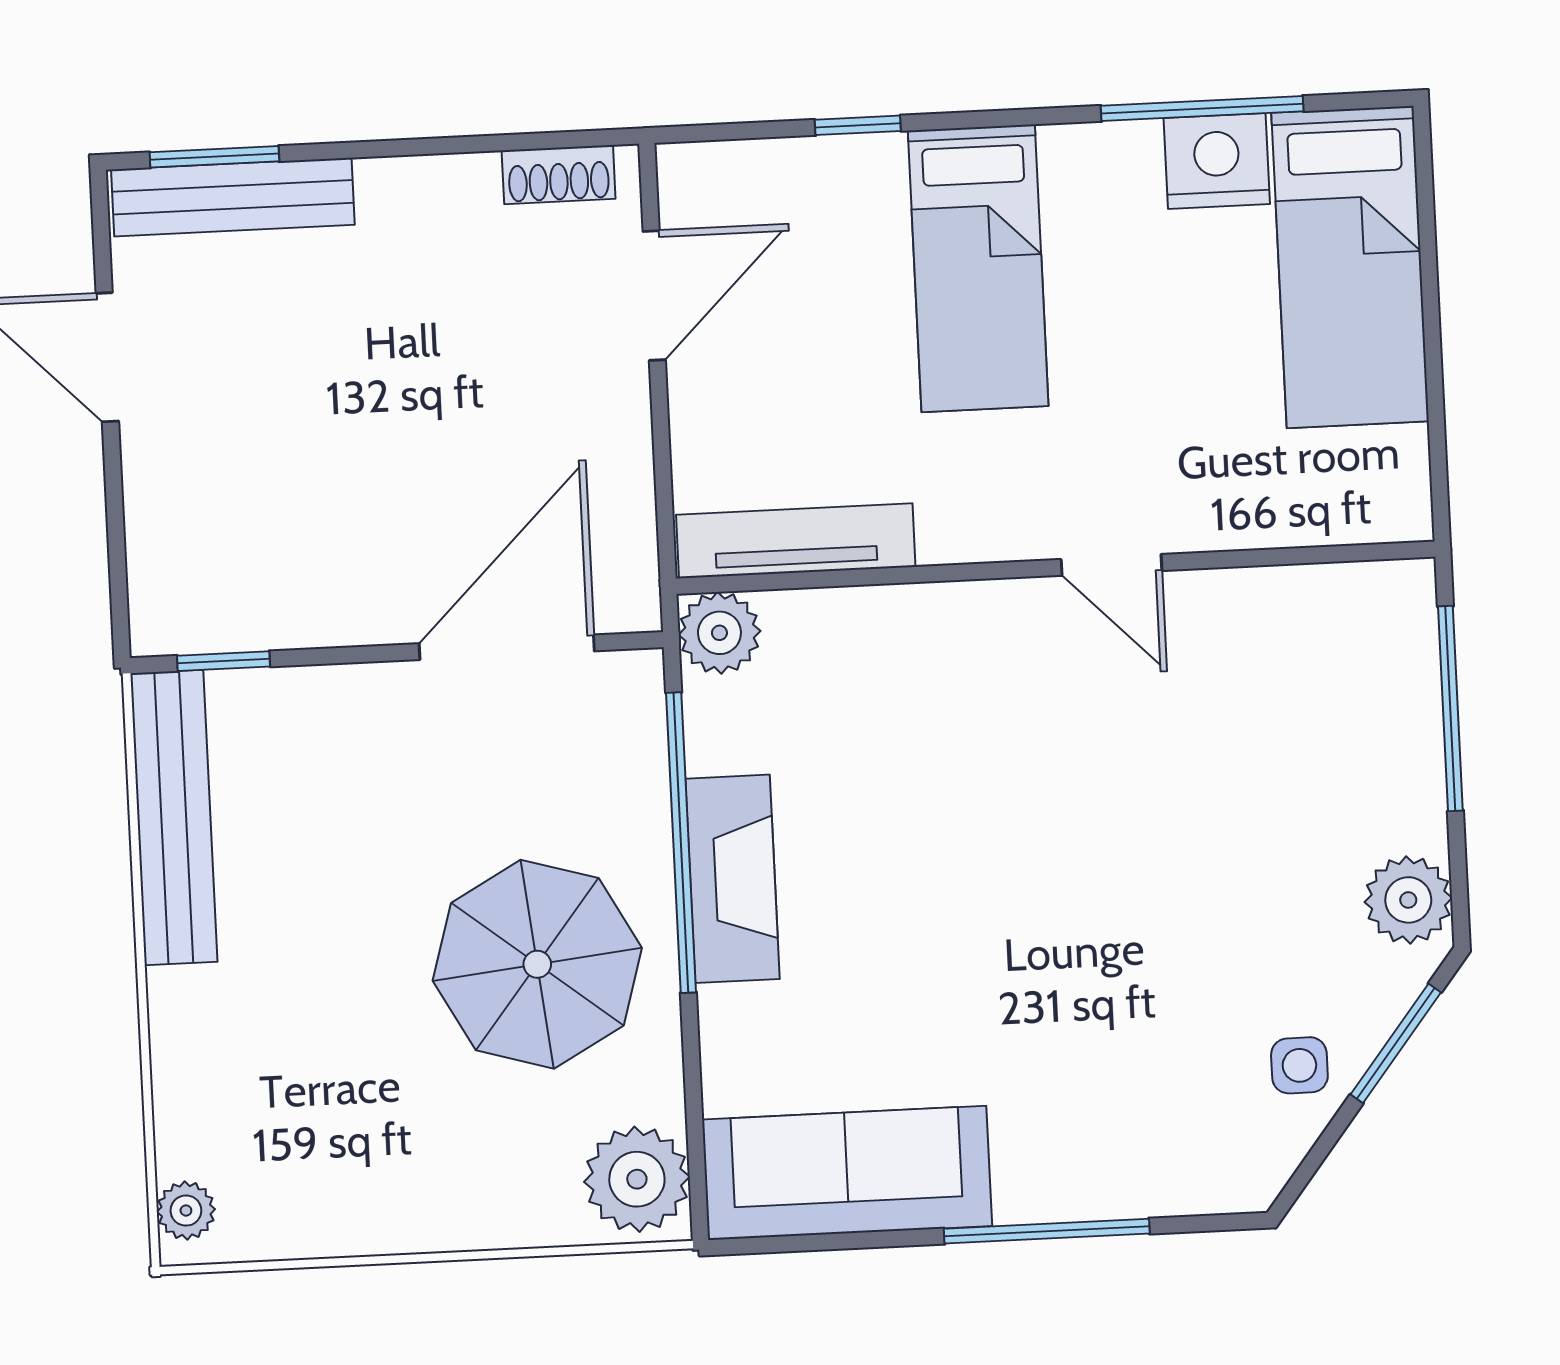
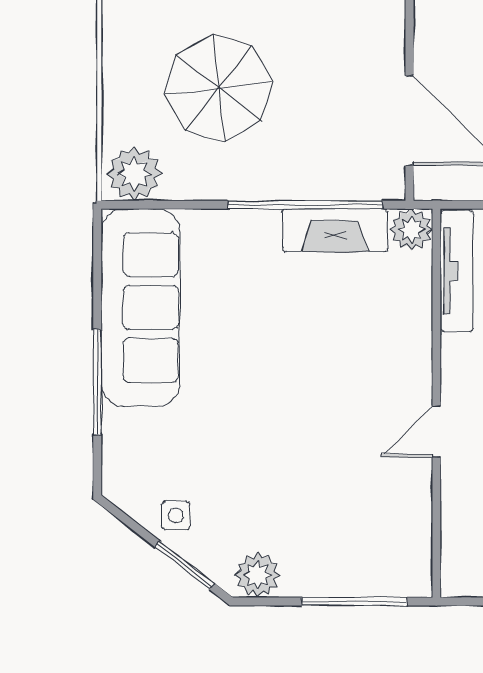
fireplace: (733, 879) -> (335, 230), moved
parasol: (537, 964) -> (219, 88), moved
sofa: (847, 1173) -> (141, 307), width x1.36, depth x1.27

